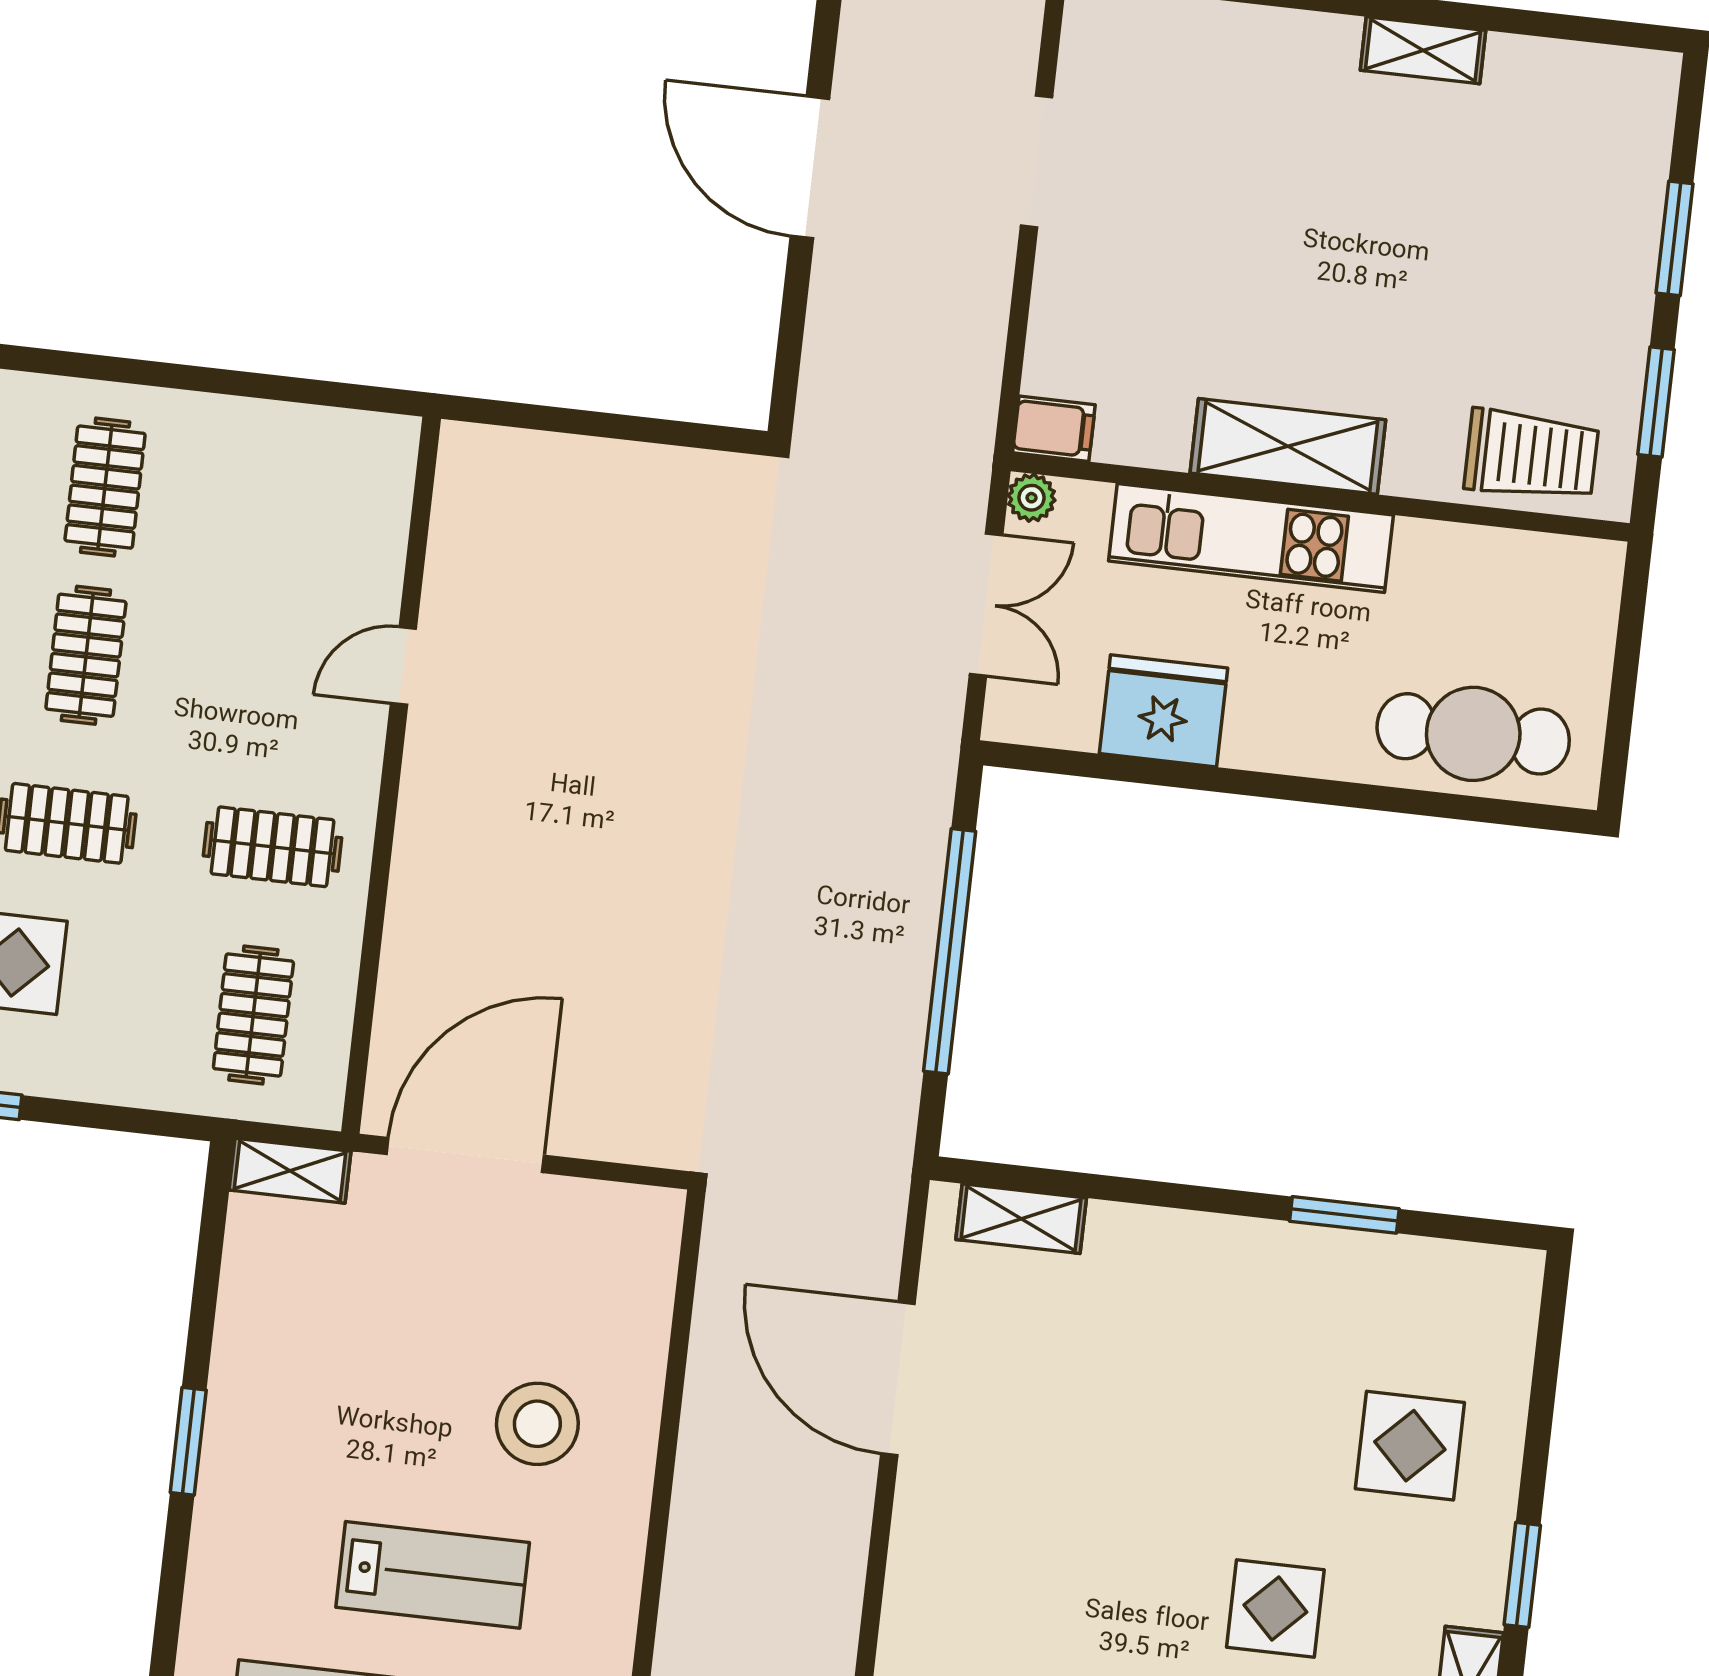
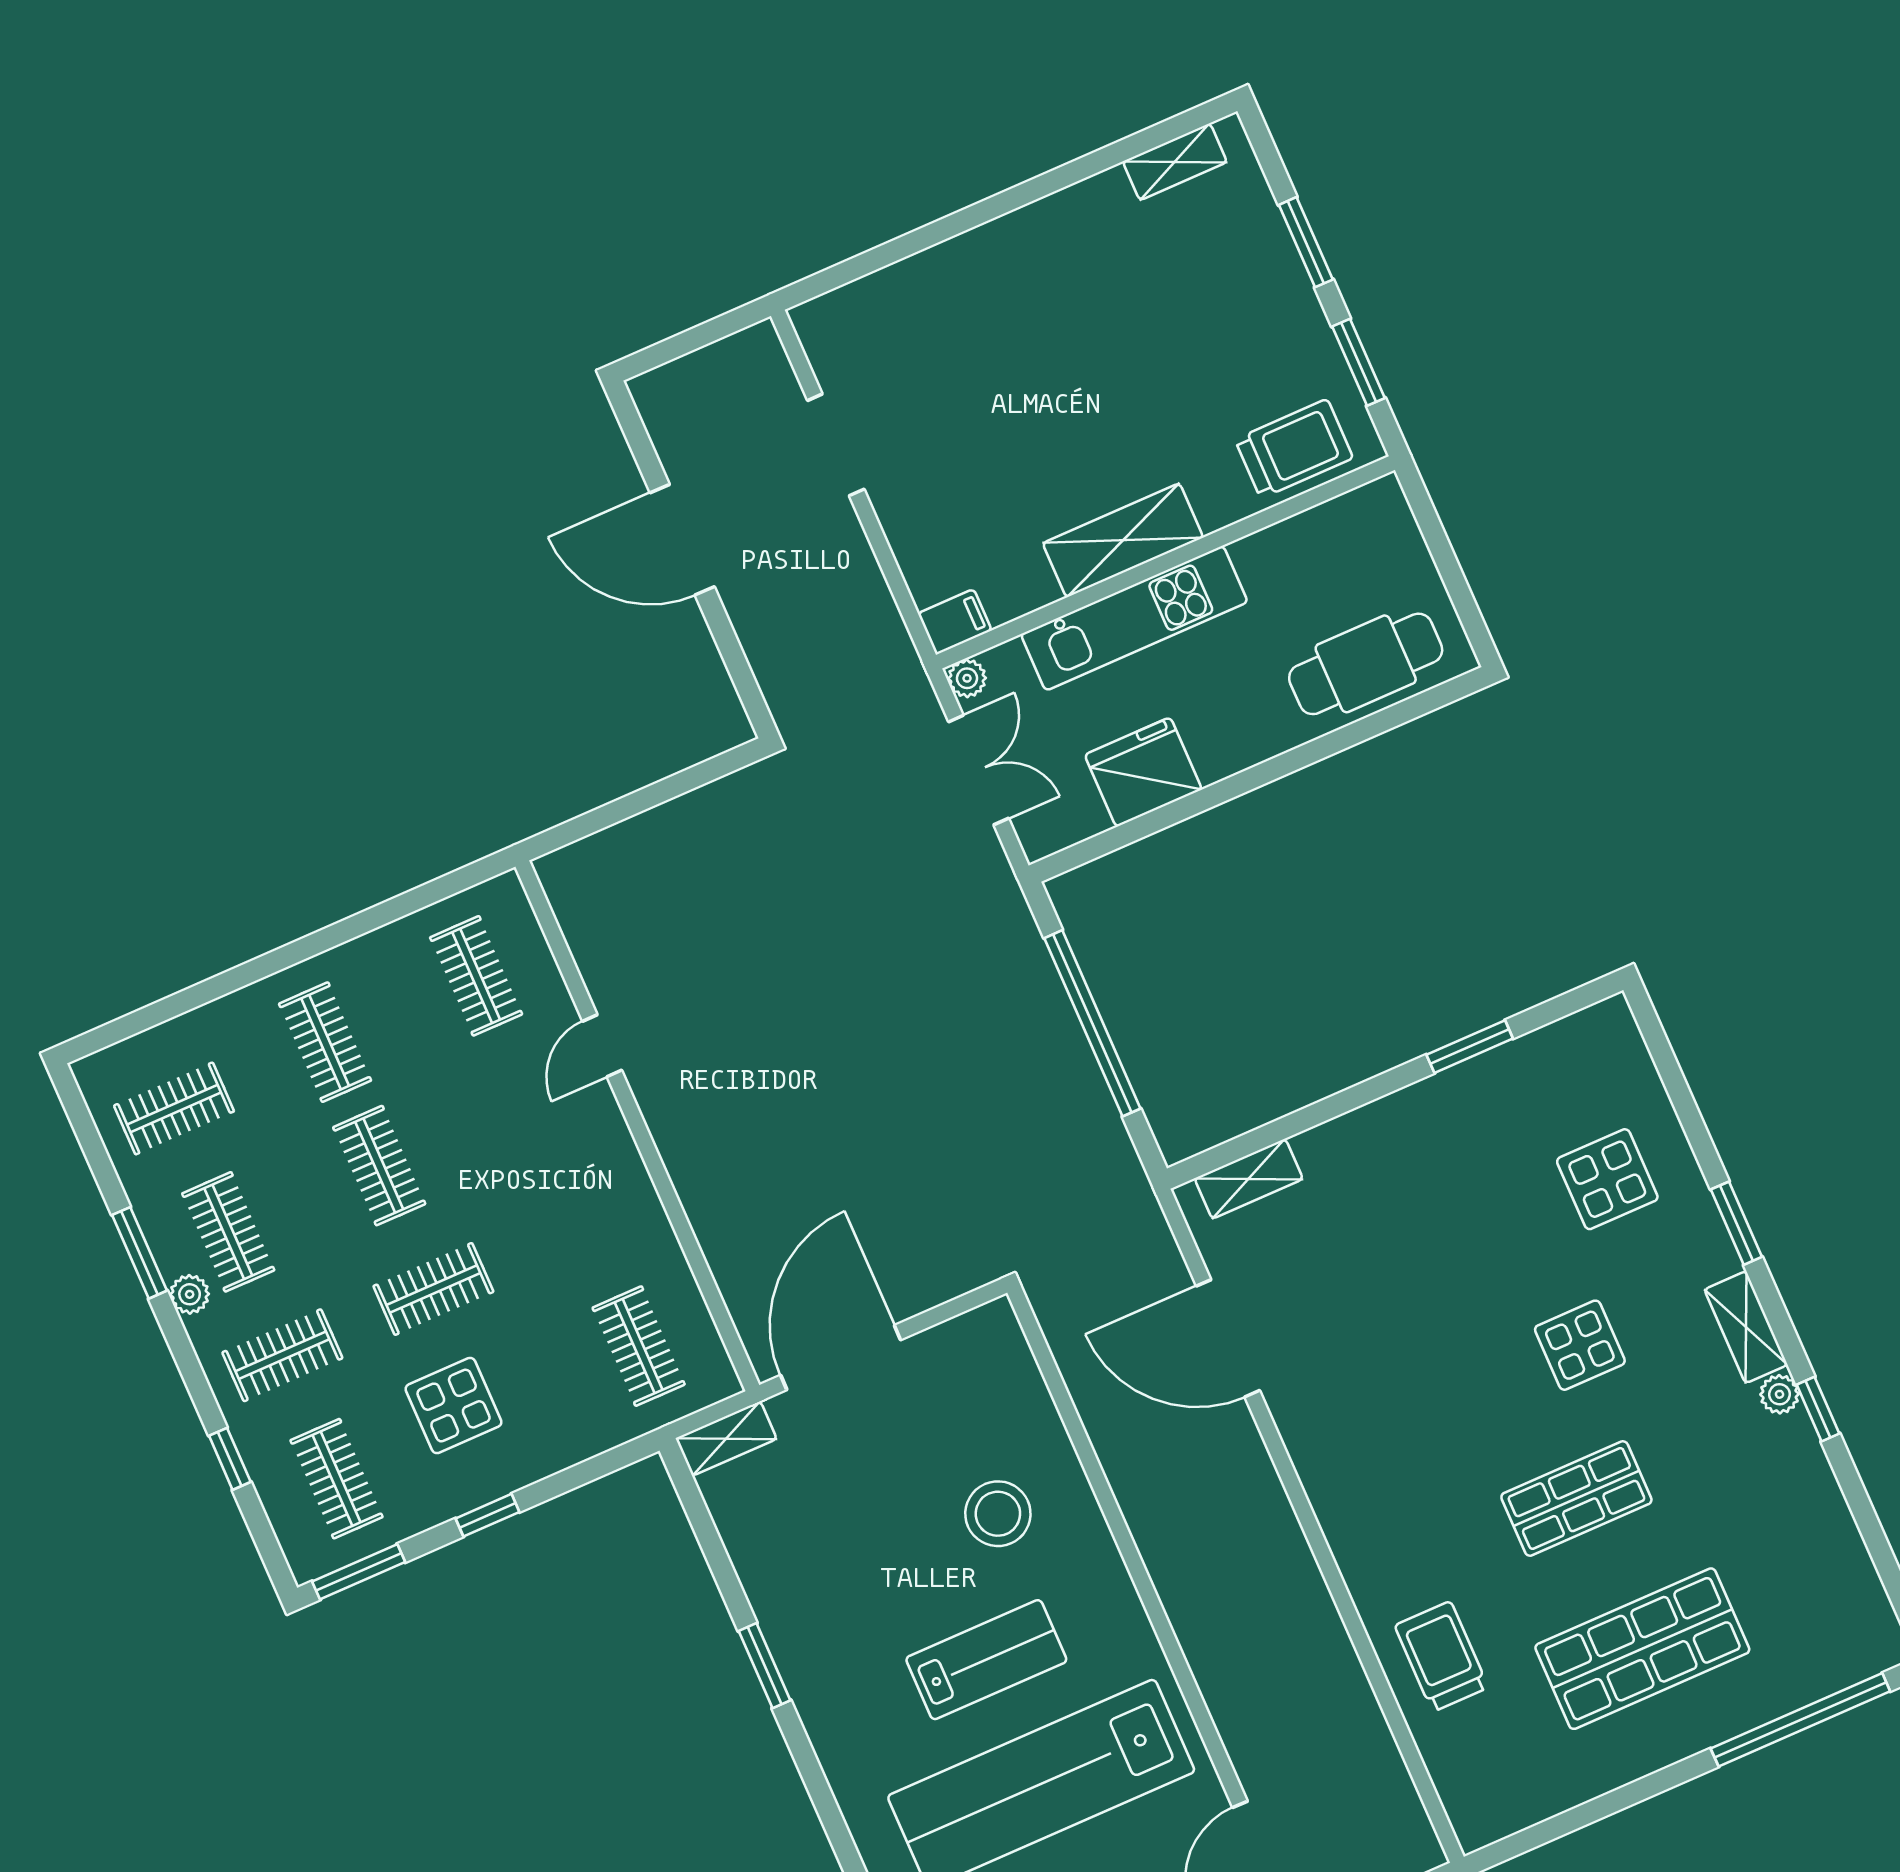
shelving: (1423, 50) -> (1175, 162), moved
clothes rail: (273, 847) -> (476, 976), moved, turned 90

